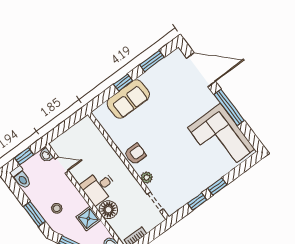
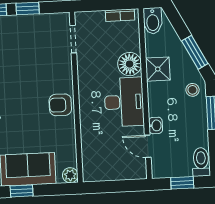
washbasin: (46, 155) -> (156, 125), moved
plant: (147, 178) -> (70, 175), moved
desk: (99, 187) -> (124, 102), width x1.37
stool: (57, 208) -> (193, 90), moved

